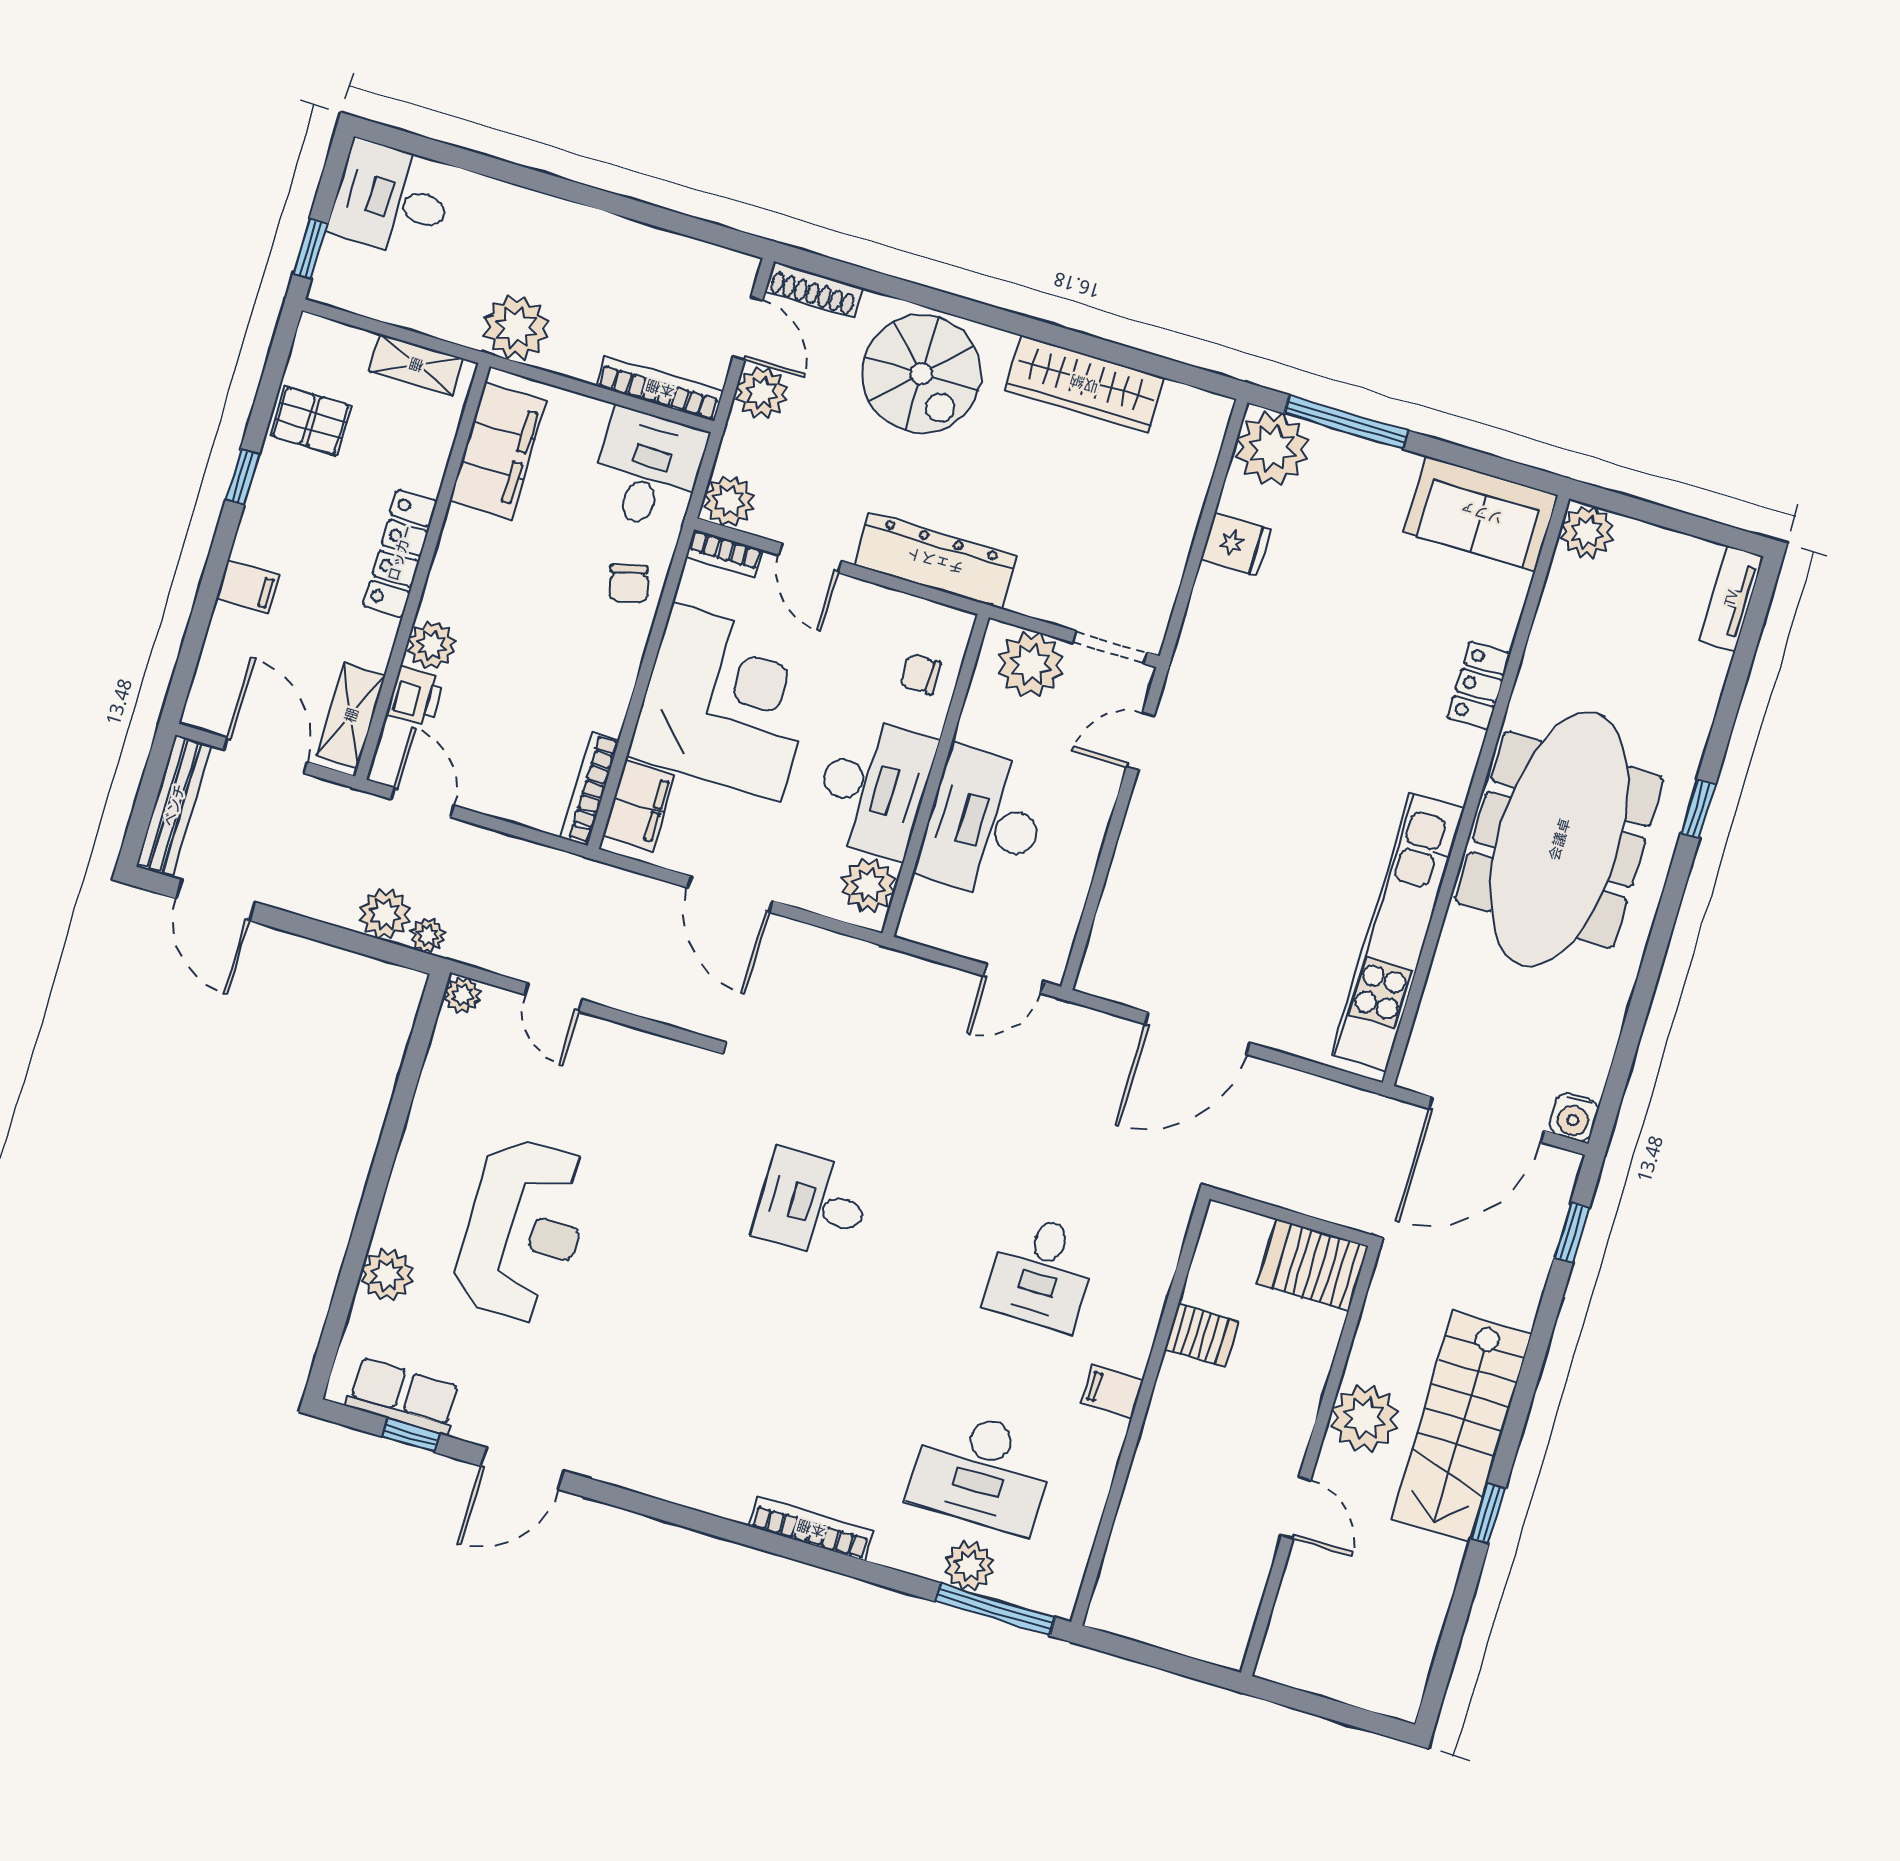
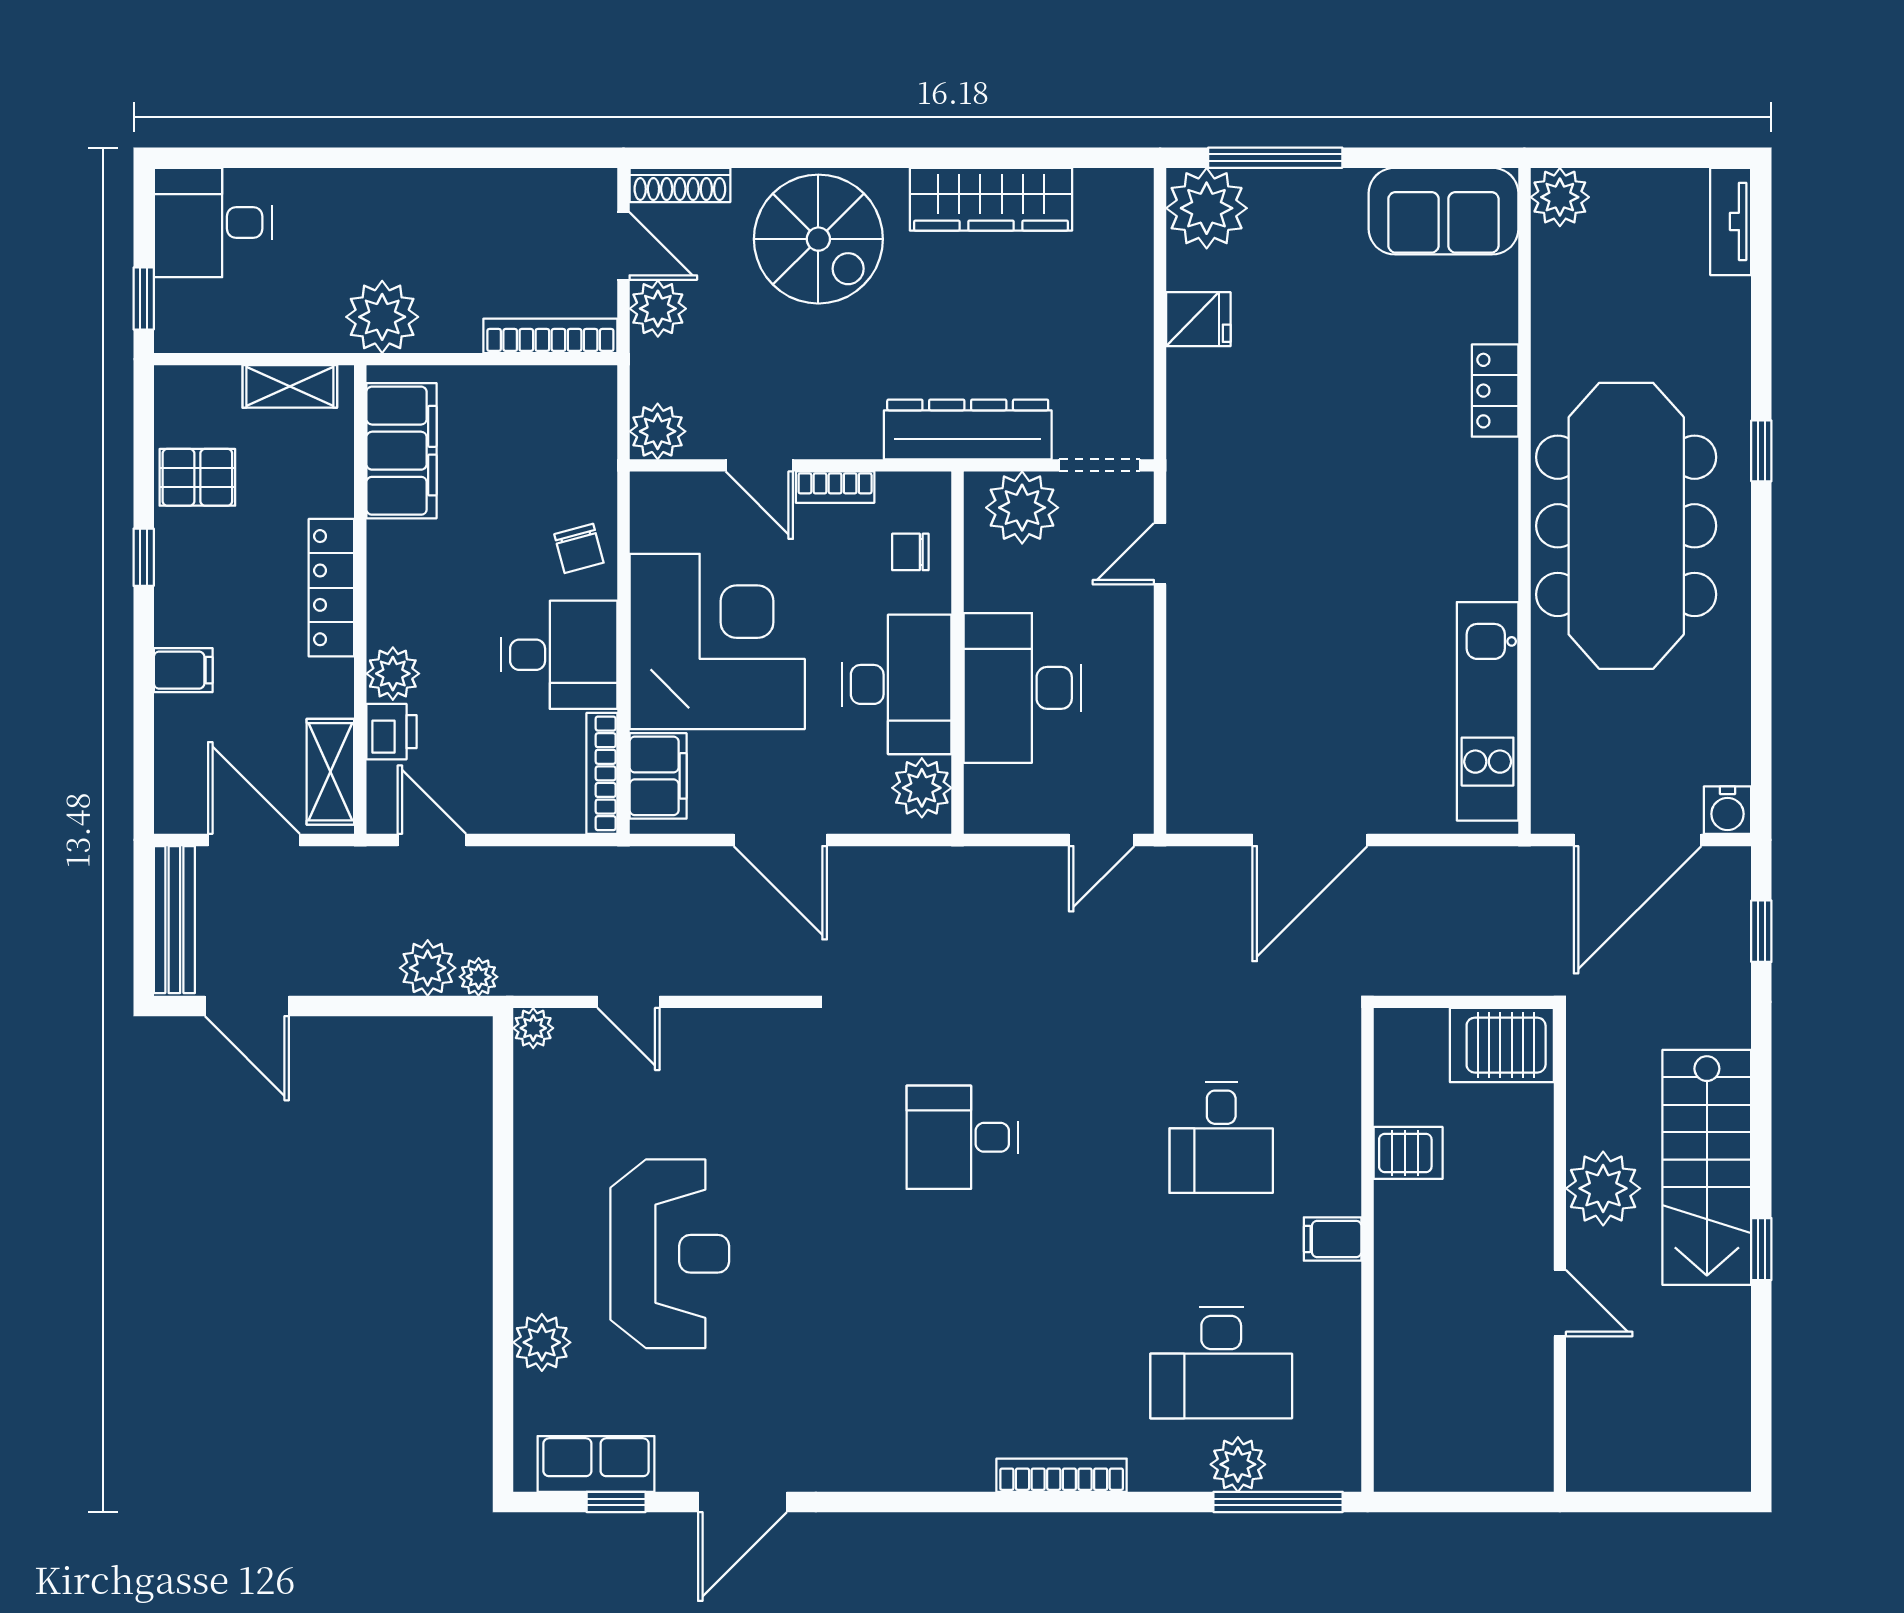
desk: (648, 469) -> (559, 655), moved, turned 90
bookcase: (724, 553) -> (835, 487), moved
dresser: (935, 561) -> (968, 429), moved
kitchen unit: (1398, 932) -> (1488, 711), width x0.73

